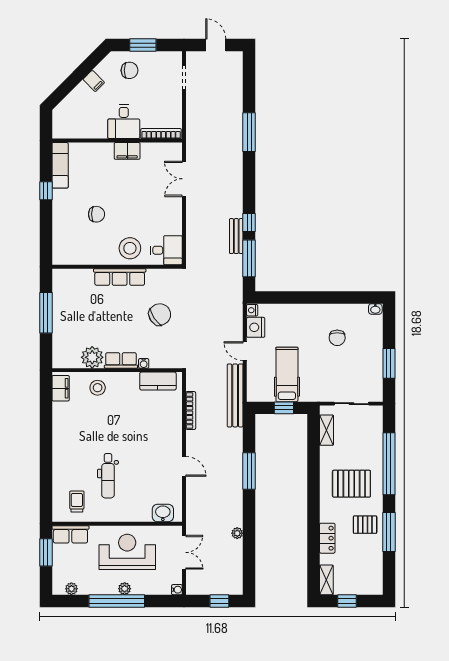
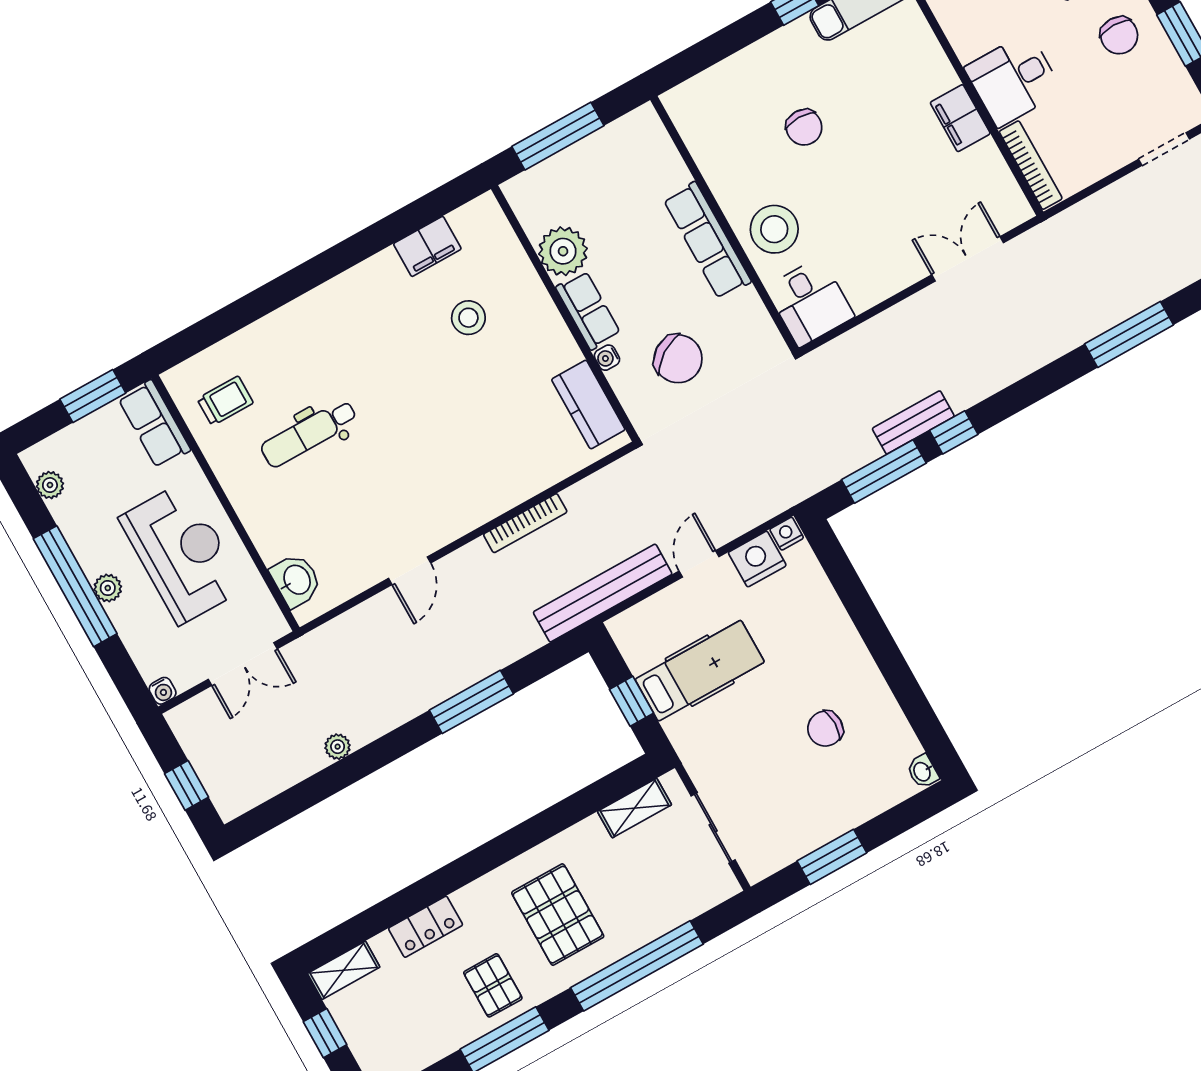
plant: (92, 357) -> (563, 251), moved
row of seats: (121, 360) -> (588, 310), moved
water cooler: (144, 363) -> (607, 358), moved
wall: (117, 370) -> (565, 313), moved
kitchen counter: (158, 381) -> (588, 404), moved

